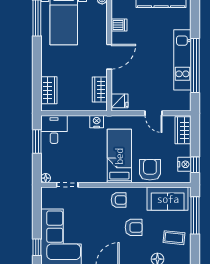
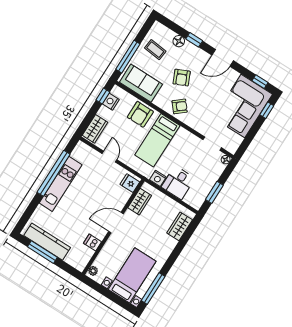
desk: (54, 129) -> (178, 183), moved
armchair: (119, 200) -> (180, 106), turned 140
armchair: (134, 227) -> (182, 78), turned -114

